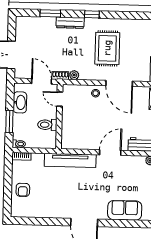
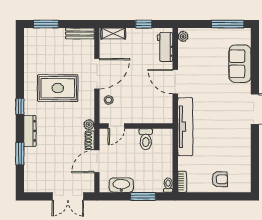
door: (60, 99) -> (116, 126), moved
wall: (59, 117) -> (136, 126), moved
toilet: (47, 125) -> (146, 139), moved

